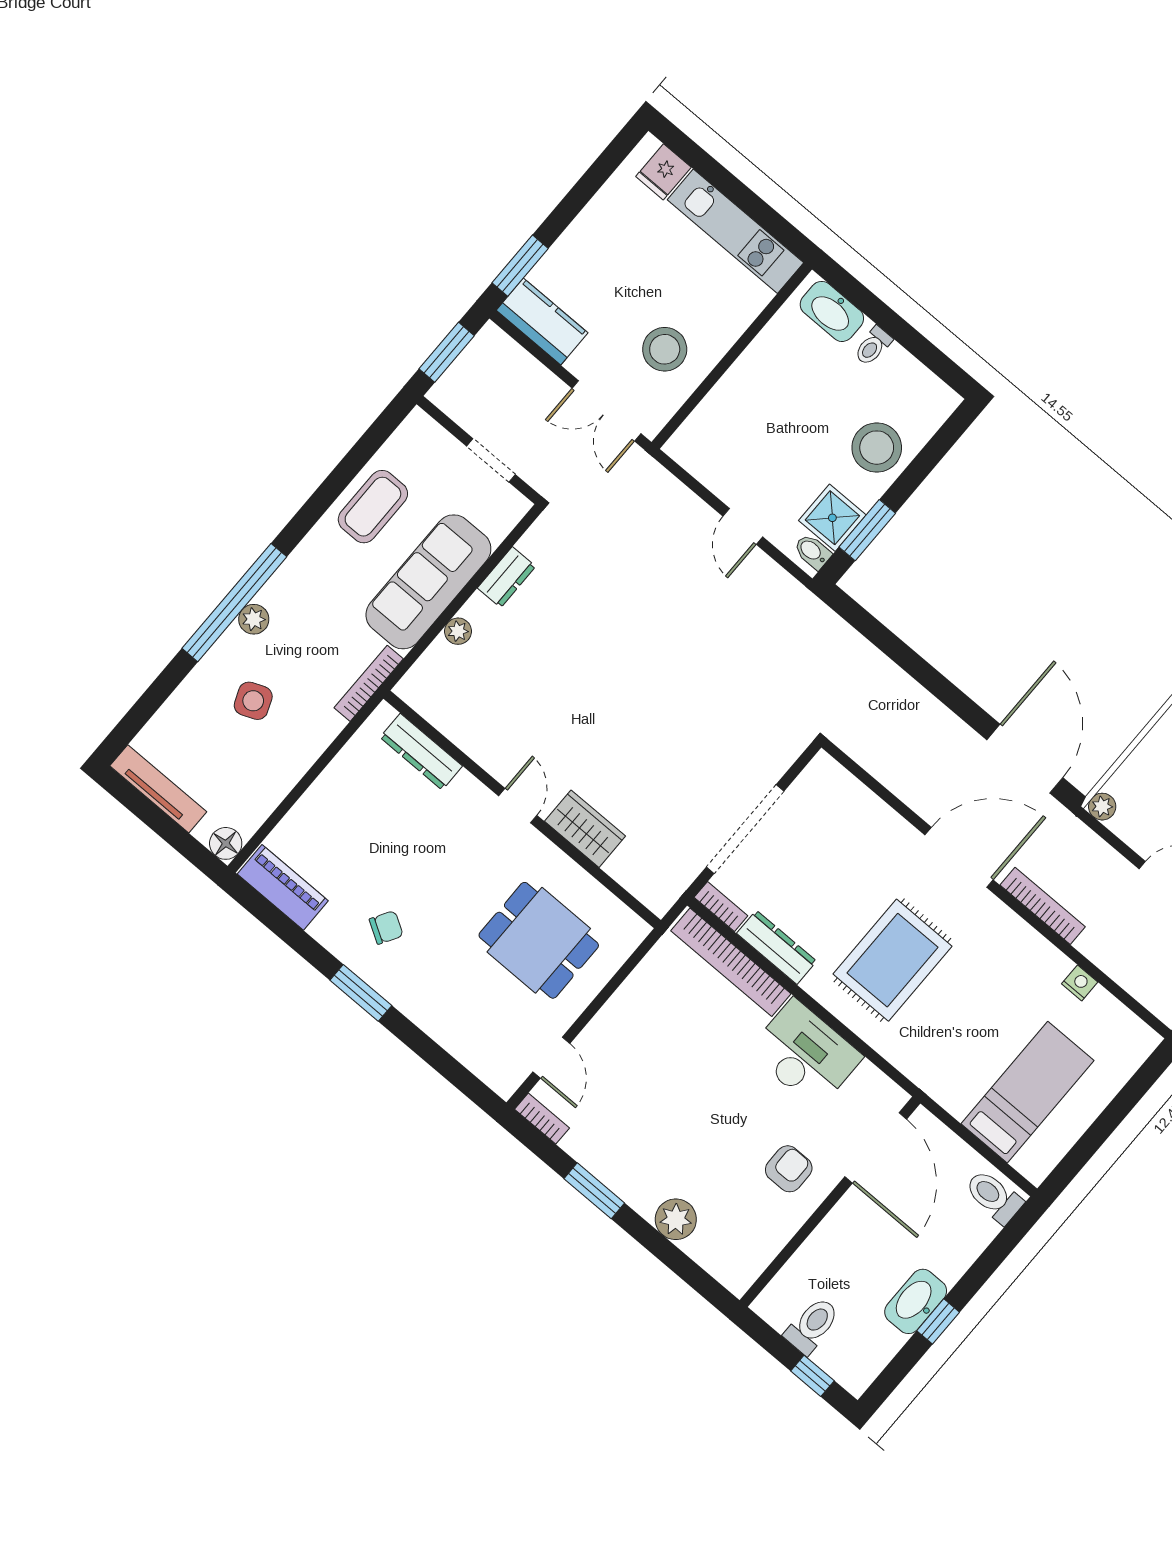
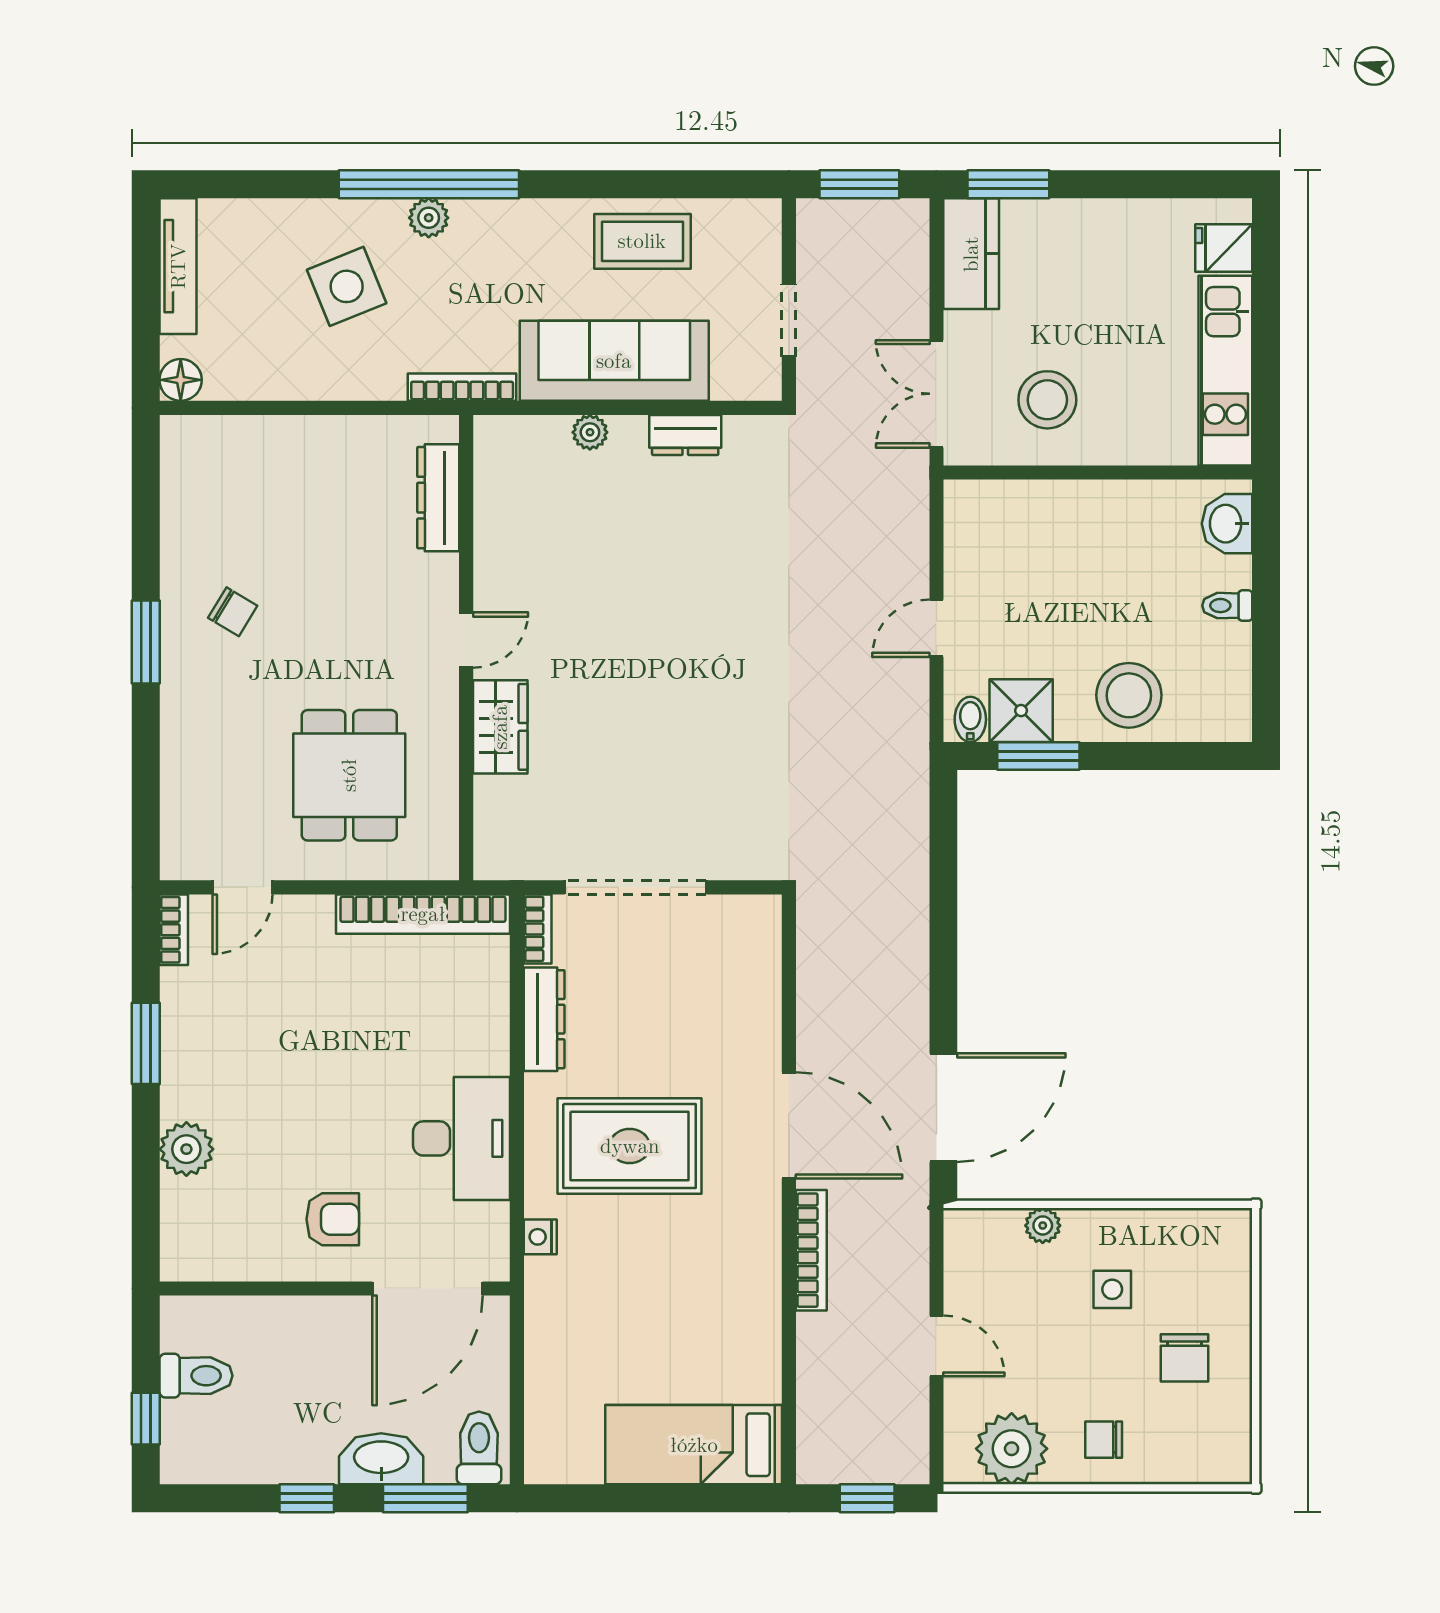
washbasin: (832, 311) -> (1227, 524), width x0.72
side table: (253, 701) -> (347, 286), width x1.37, depth x1.37
plant: (1102, 807) -> (1043, 1225), moved
piano: (283, 887) -> (185, 474), removed
bookcase: (731, 962) -> (423, 914), moved, turned -90
nightstand: (1080, 983) -> (540, 1237), moved, turned 180
bed: (1028, 1092) -> (694, 1445), moved, turned 180
window: (997, 1253) -> (425, 1498), added
washbasin: (916, 1301) -> (381, 1459), moved

